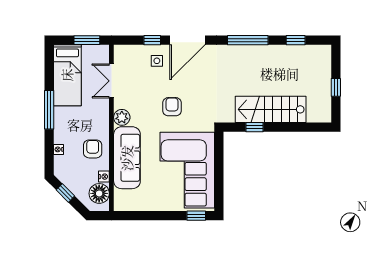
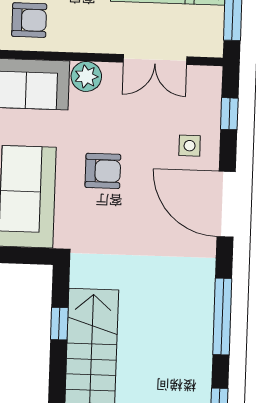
window: (152, 40) -> (229, 114), moved
double door: (111, 81) -> (155, 60), swing flipped

